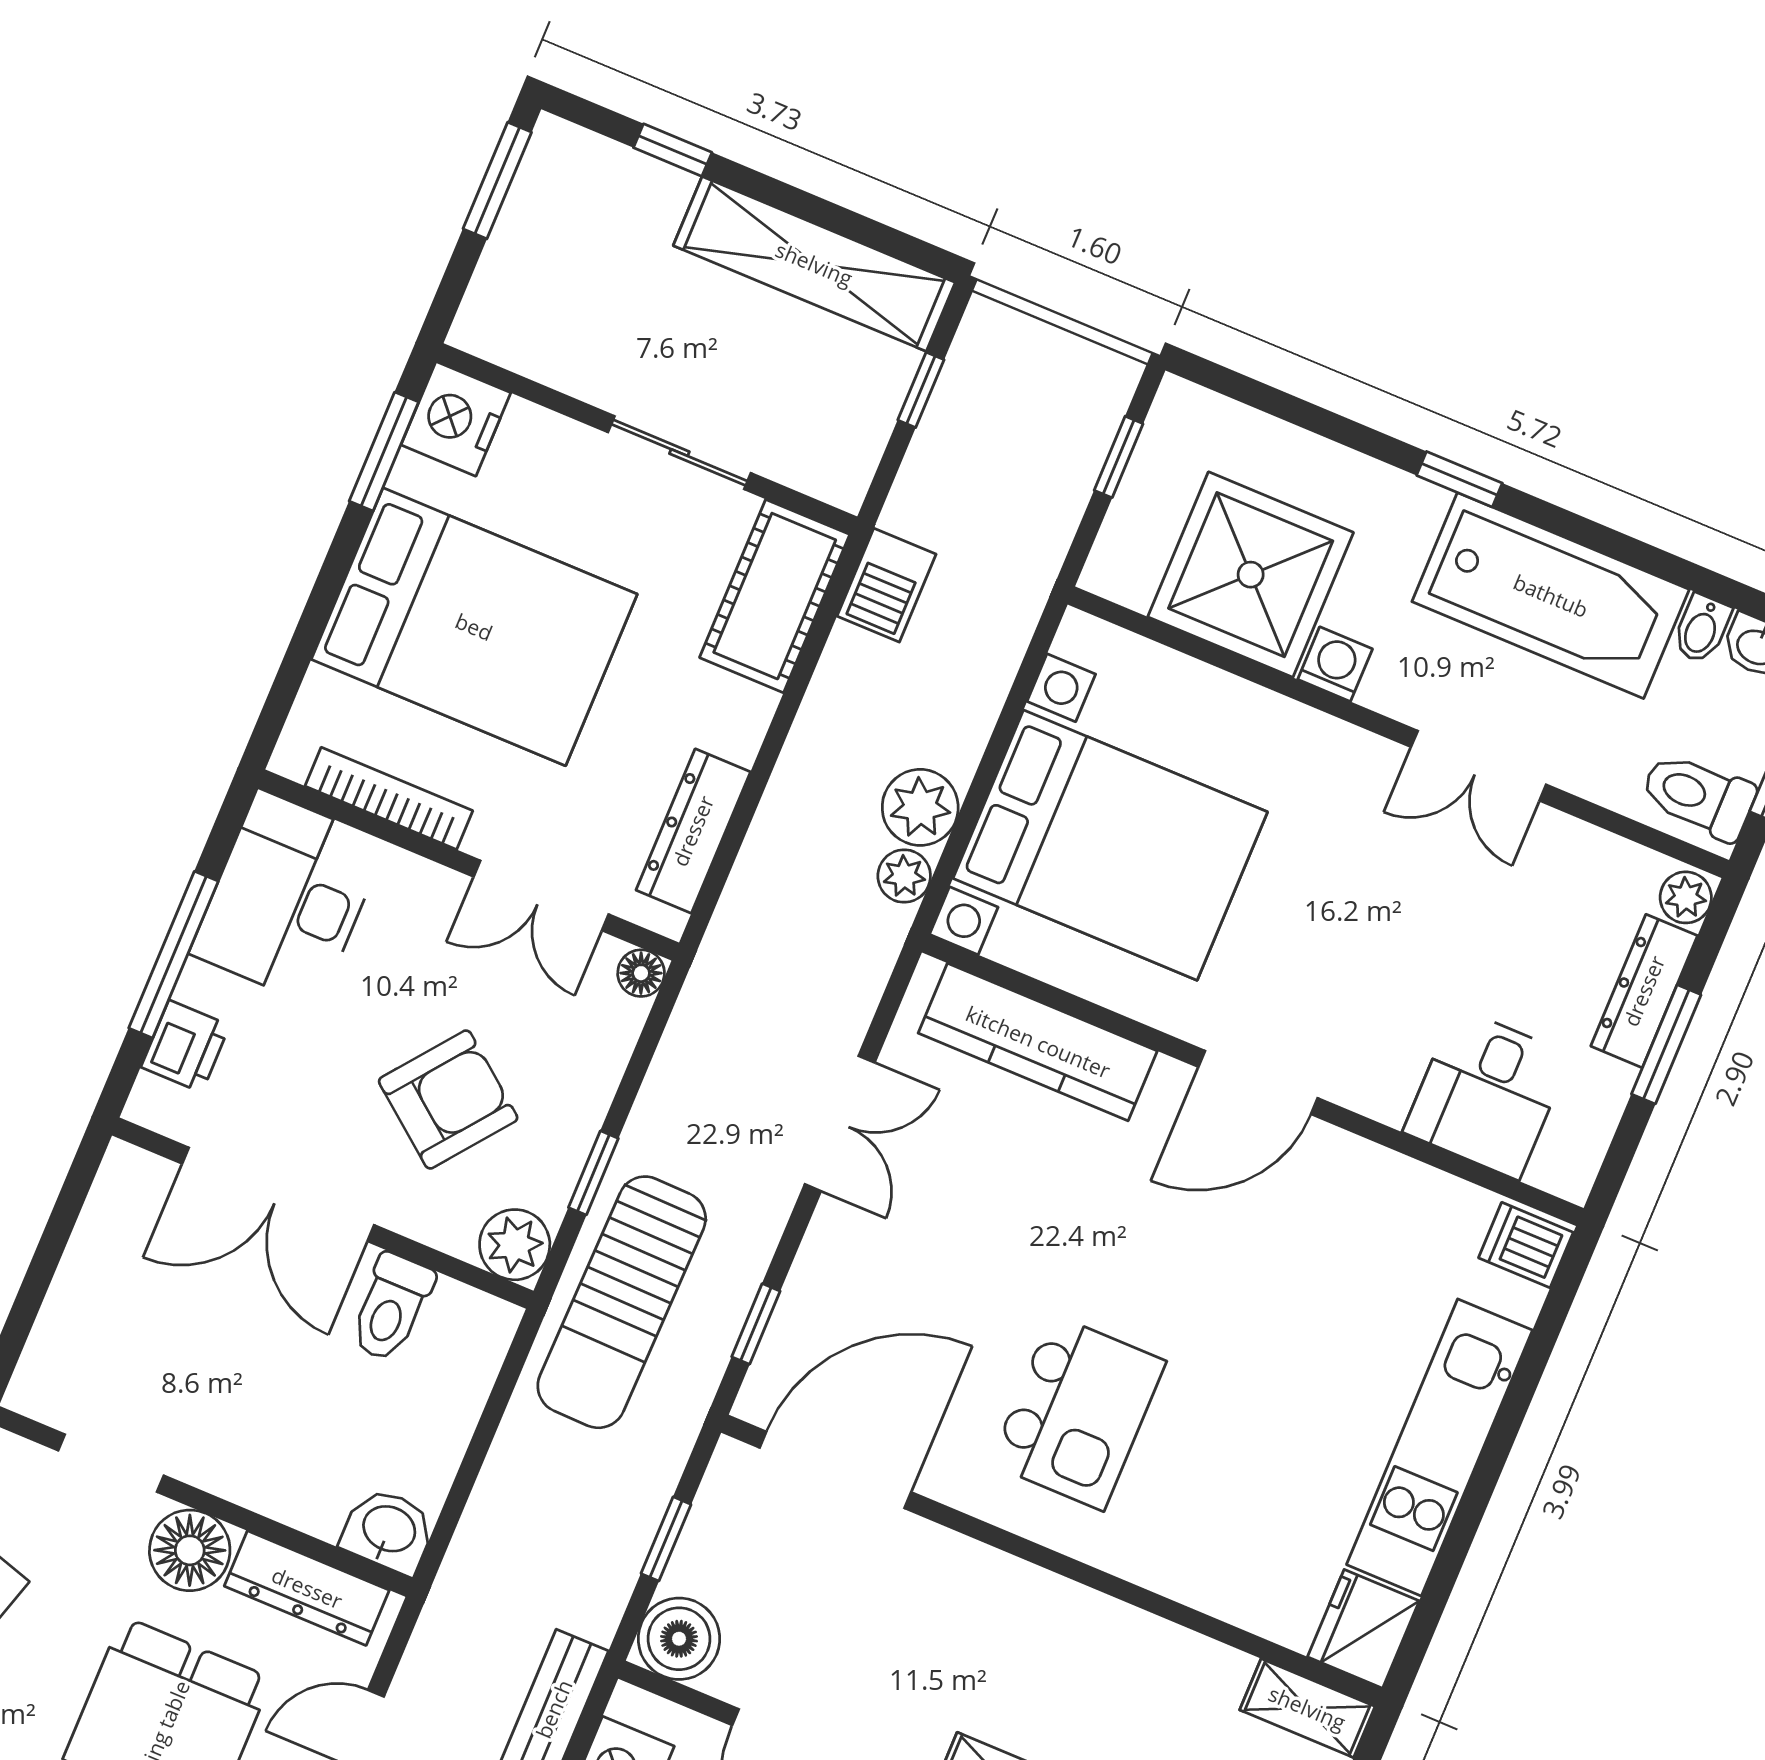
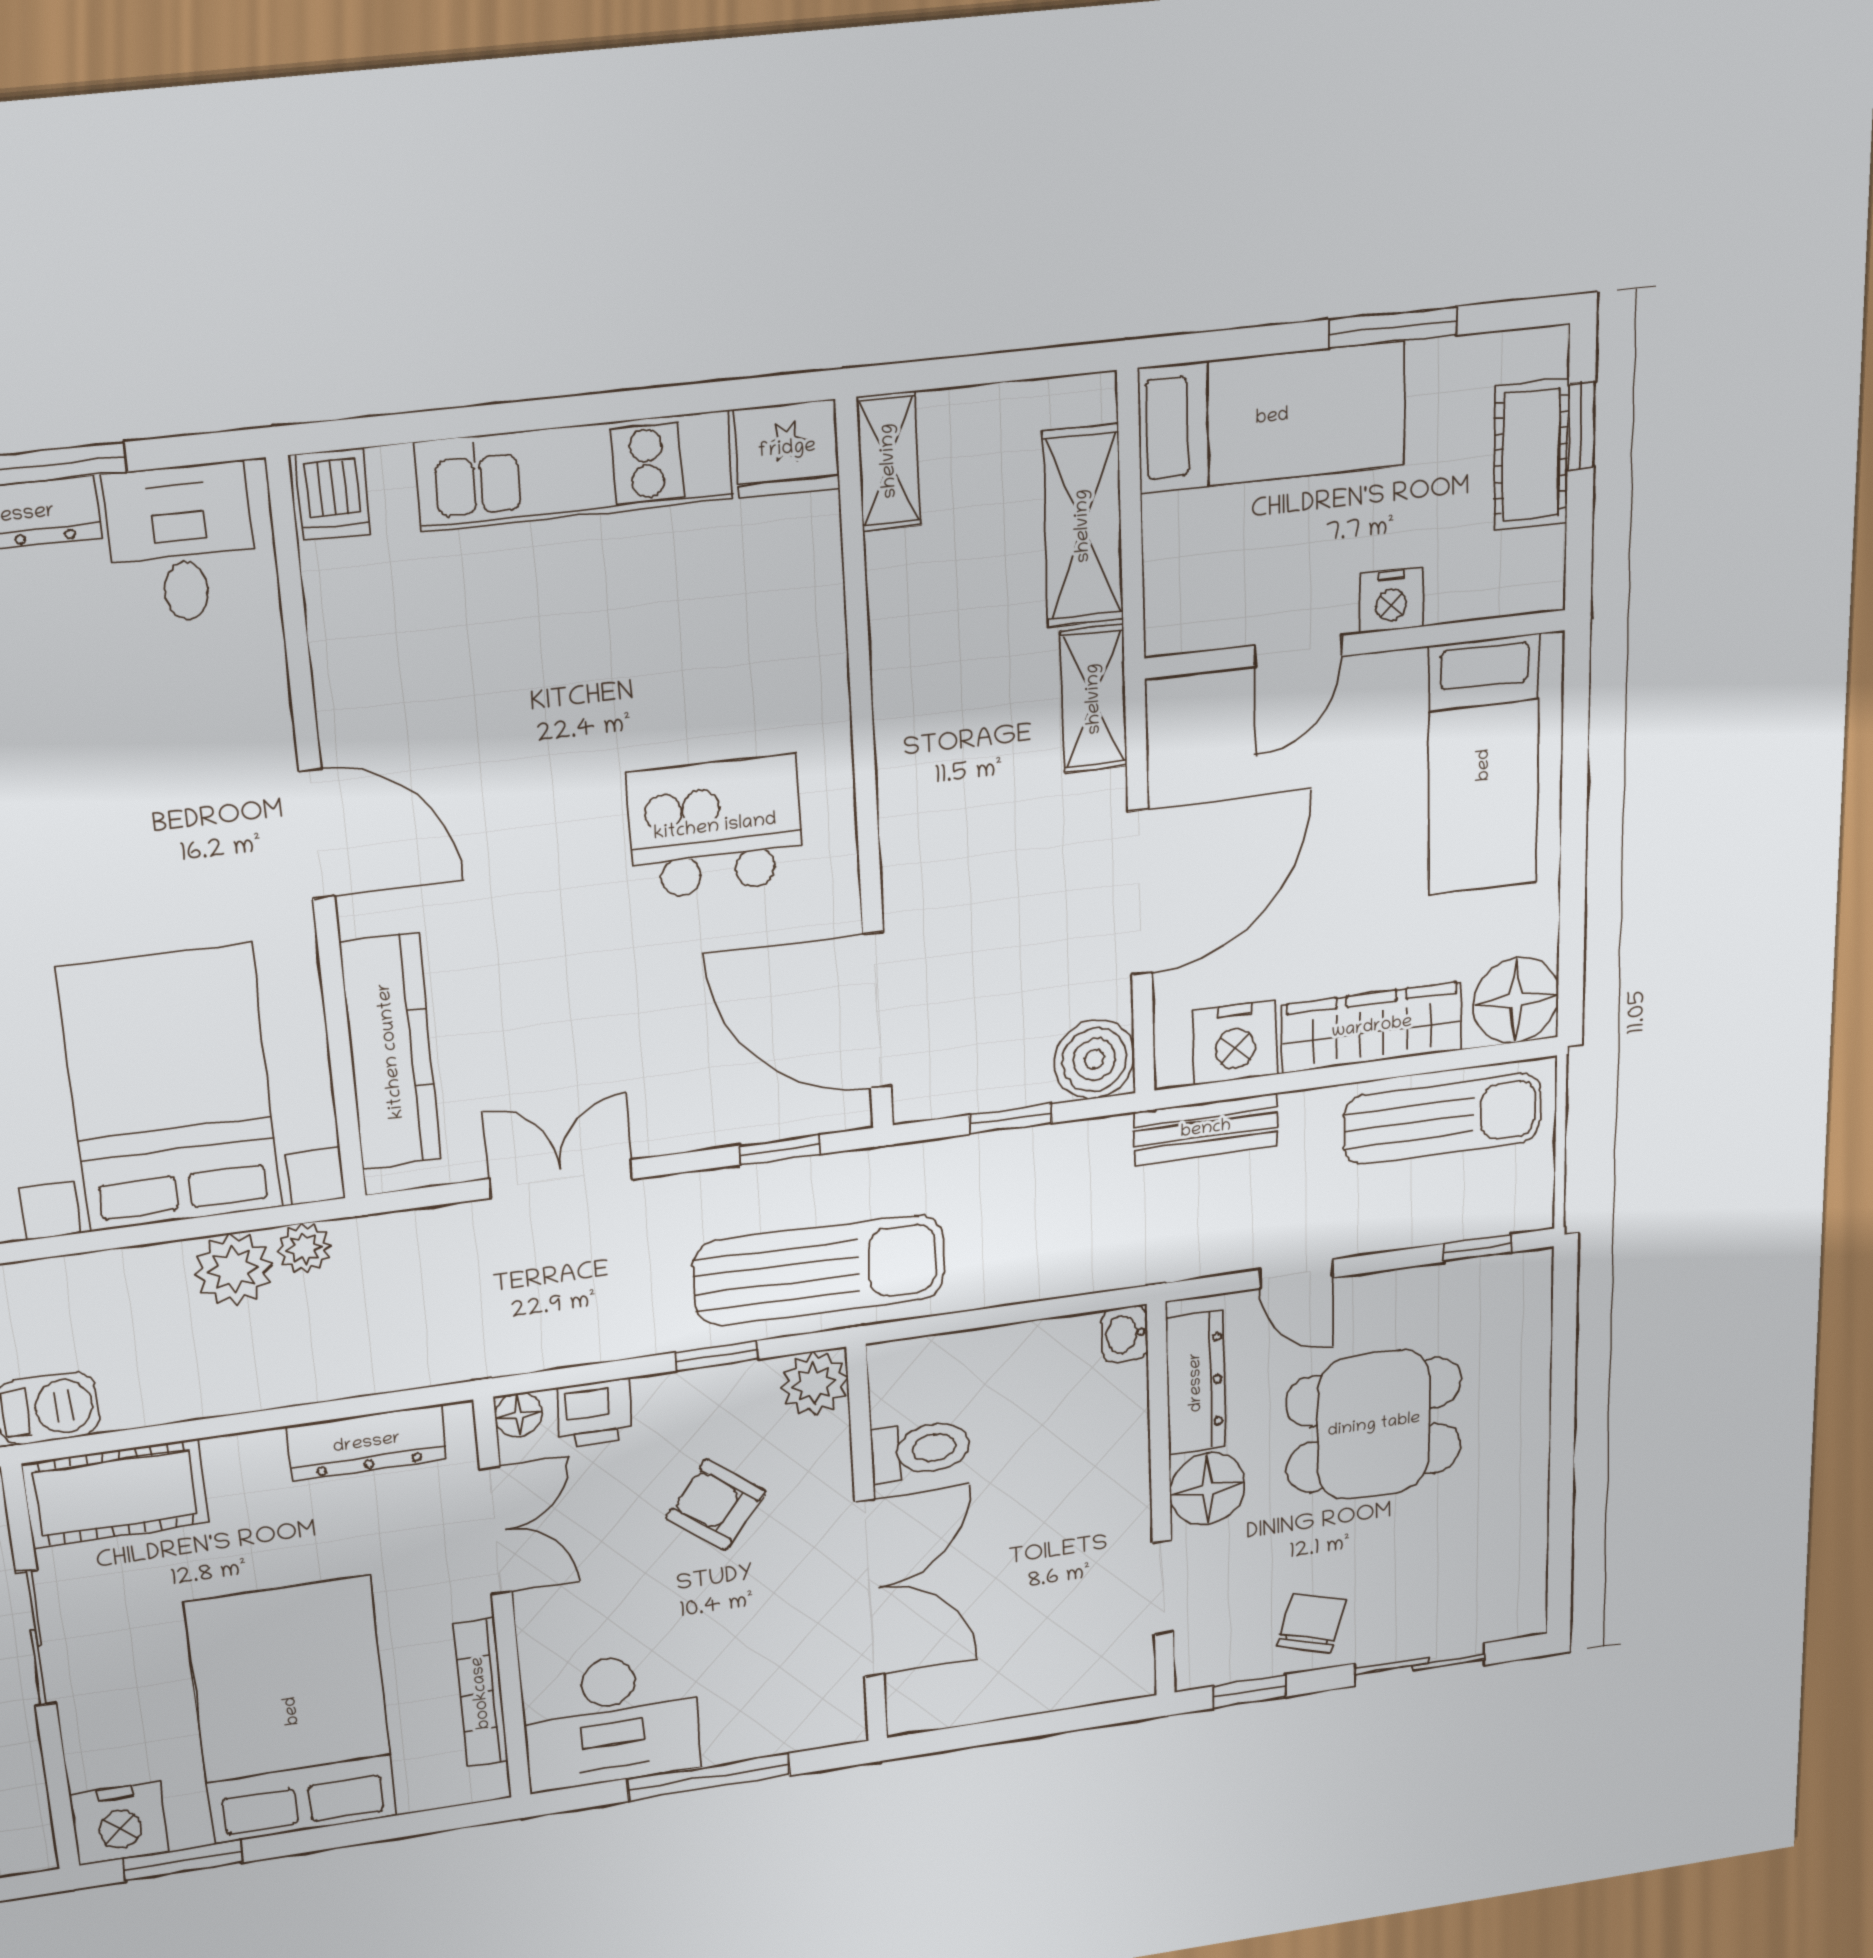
printer: (185, 1046) -> (594, 1413), moved, turned 180
desk: (1487, 1093) -> (181, 544), moved, turned -90
armchair: (448, 1099) -> (716, 1505), width x0.72, depth x0.72
washbasin: (388, 1531) -> (1125, 1334), width x0.72, depth x0.69

